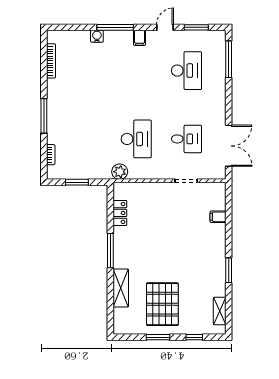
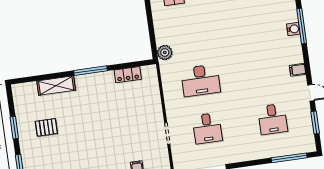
window: (115, 27) -> (302, 26), moved
desk: (187, 71) -> (273, 119), width x0.73
plant: (120, 172) -> (165, 53), moved
window: (77, 182) -> (151, 29), removed
pallet: (162, 304) -> (46, 127), width x0.49, depth x0.50

